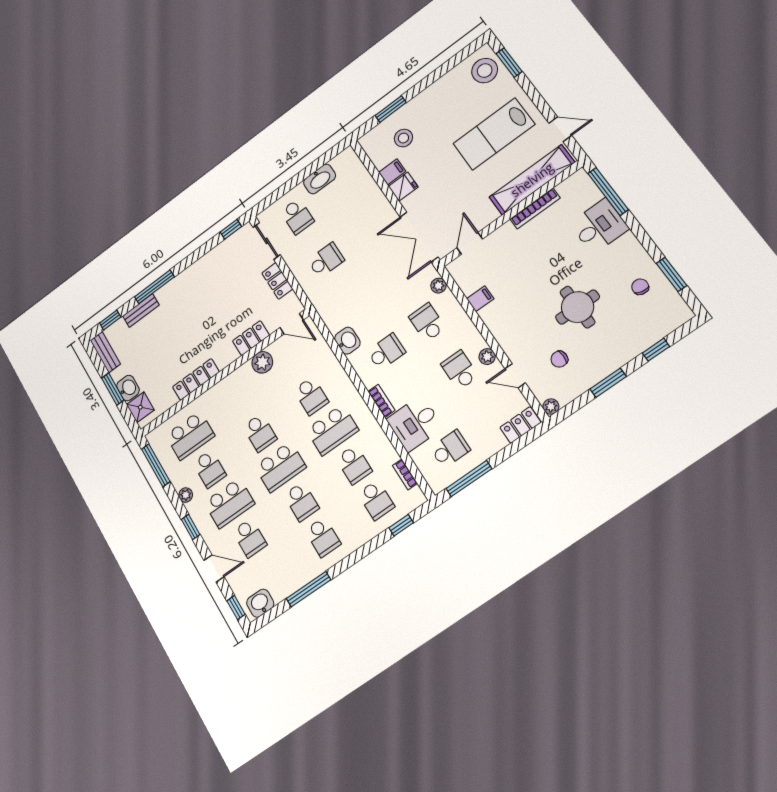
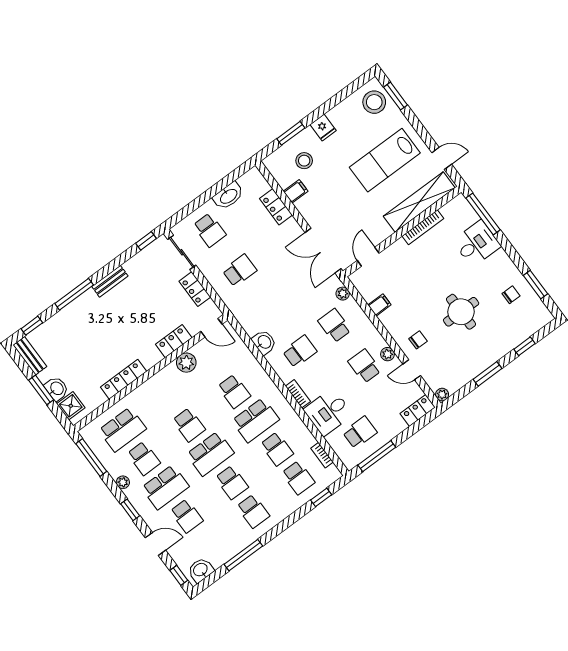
fridge: (403, 187) -> (323, 128), moved, turned 90
locker: (370, 189) -> (276, 207), added
chair: (640, 287) -> (511, 295), turned 79
bench: (141, 310) -> (110, 281), moved
chair: (559, 359) -> (418, 340), moved, turned 180

